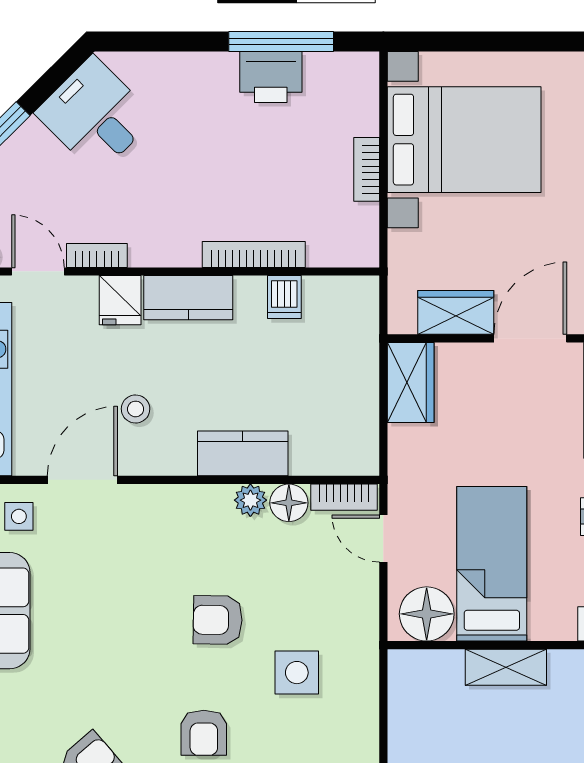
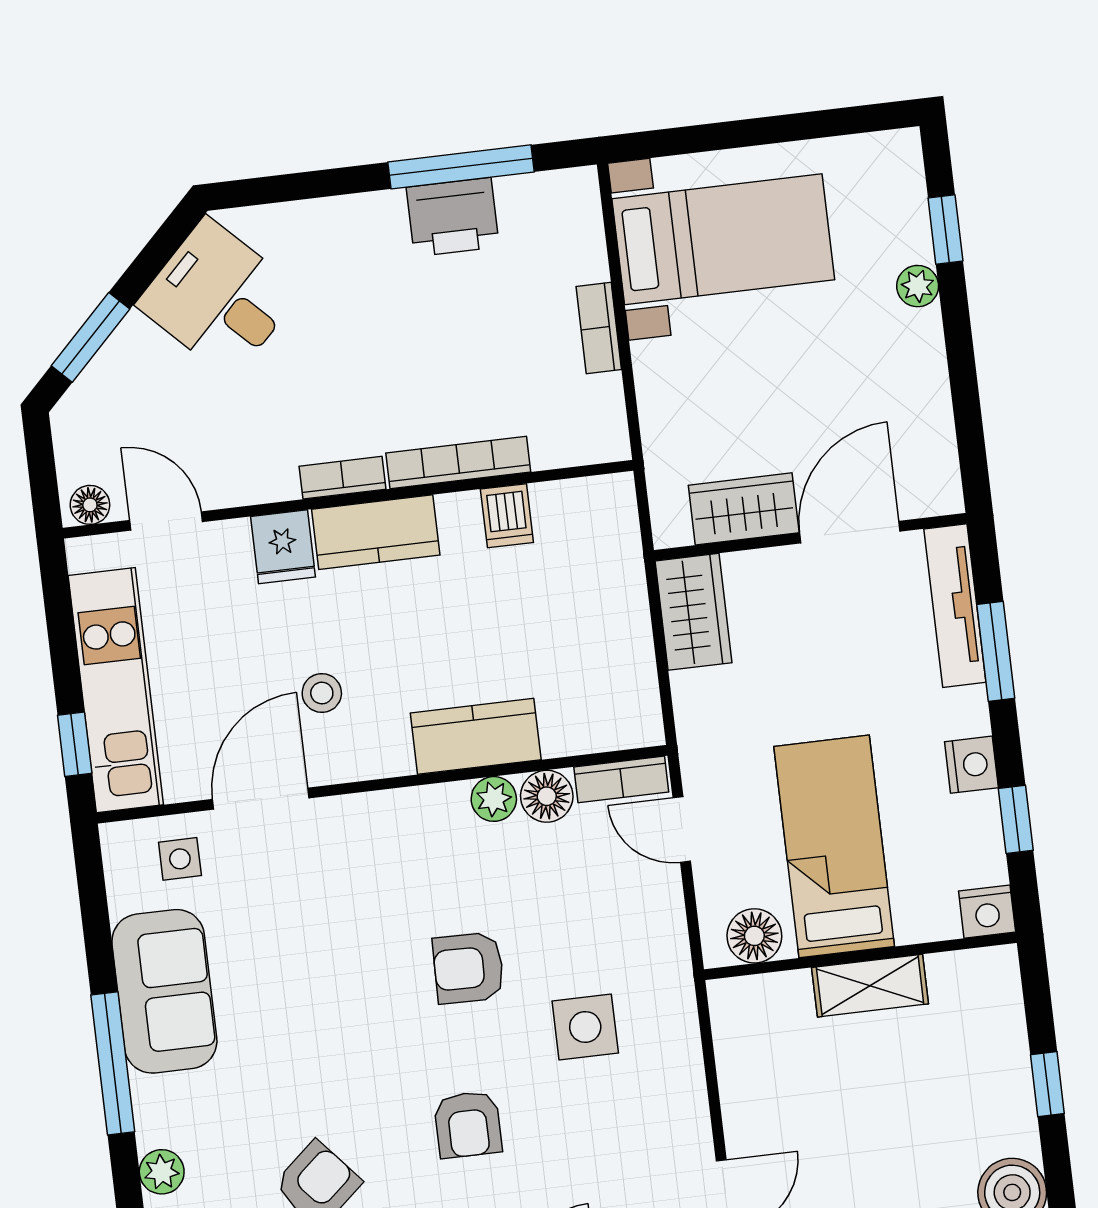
bed with nightstands: (464, 140) -> (723, 239), width x0.73
bookcase: (97, 255) -> (343, 478), moved
floor lamp: (427, 614) -> (754, 936), width x0.73, depth x0.73

